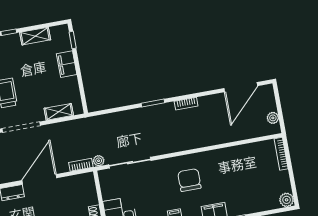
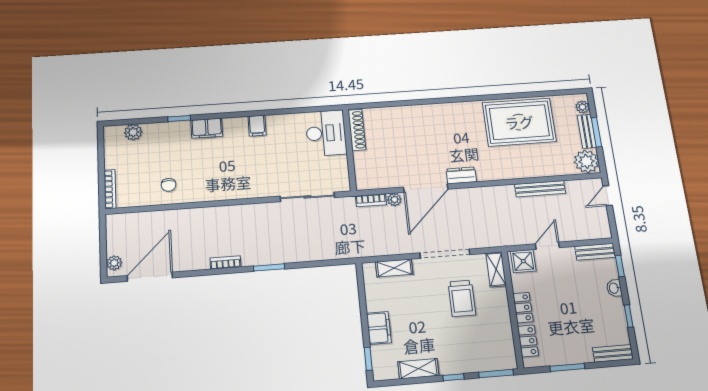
plant: (273, 118) -> (114, 263), moved
plant: (99, 161) -> (394, 200), moved
chair: (189, 180) -> (169, 185), moved, width x0.54, depth x0.54
plant: (287, 200) -> (133, 132), moved

